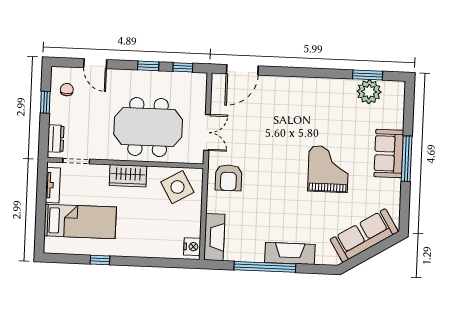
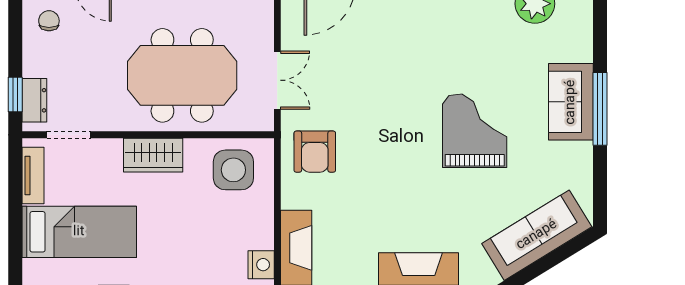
window: (45, 102) -> (15, 94), moved
side table: (177, 187) -> (233, 170), turned 30

